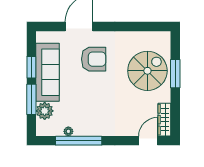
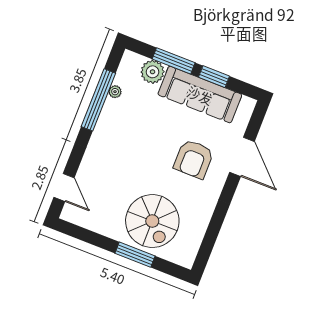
wardrobe: (164, 120) -> (82, 218), removed

